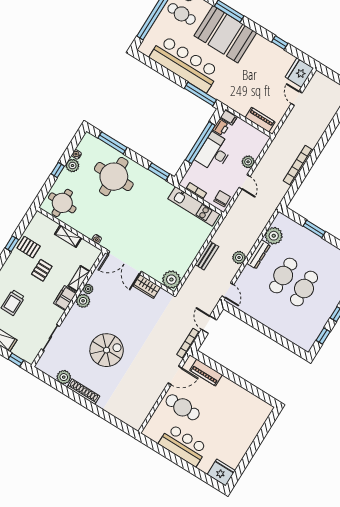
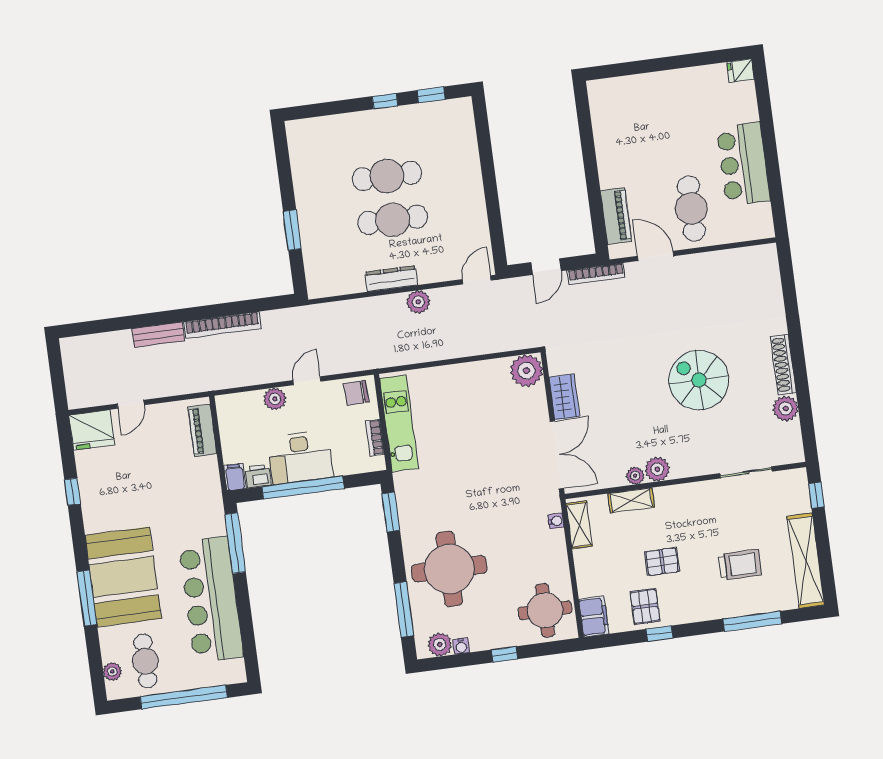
plant: (72, 166) -> (440, 644), moved
shelving: (68, 236) -> (579, 525), moved
plant: (274, 236) -> (348, 279), removed
bench: (207, 255) -> (158, 335), moved
filing cabinet: (65, 298) -> (594, 617), moved, turned -90
fridge: (221, 472) -> (741, 71), width x0.53, depth x0.75

